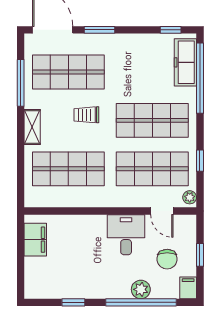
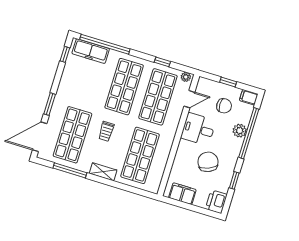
chair: (87, 260) -> (208, 162), added
printer: (38, 287) -> (216, 202), added

